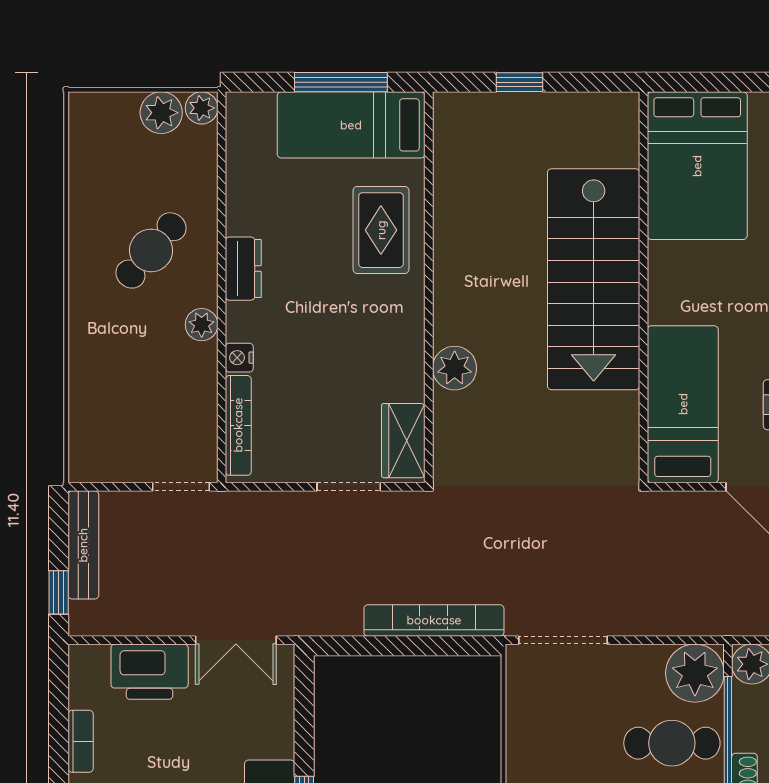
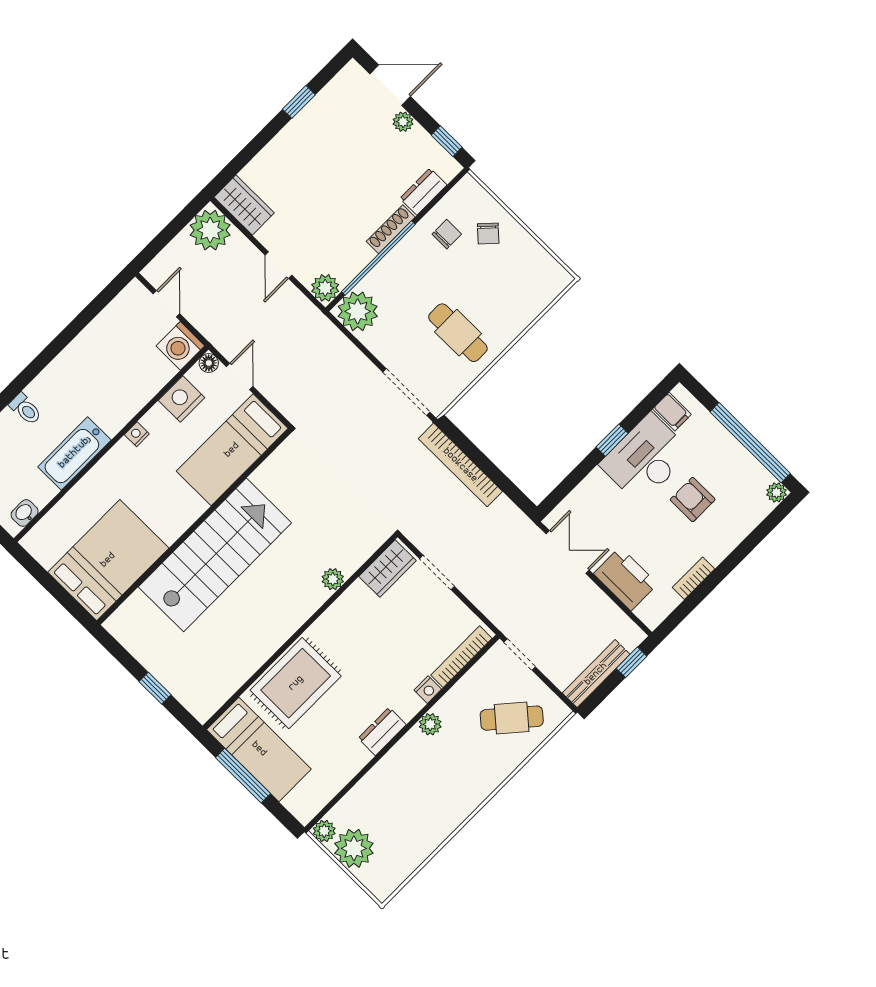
plant: (161, 113) -> (354, 848), width x1.36, depth x1.36
rug: (381, 230) -> (296, 683), width x1.36, depth x1.43
cafe table: (151, 250) -> (512, 718), moved
plant: (455, 368) -> (333, 579), width x0.73, depth x0.73
cafe table: (672, 743) -> (458, 333), moved

